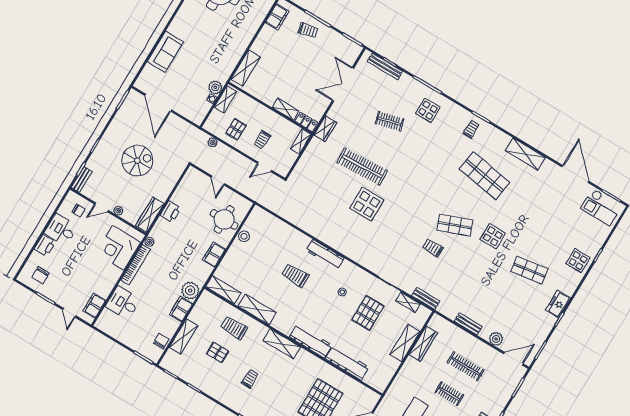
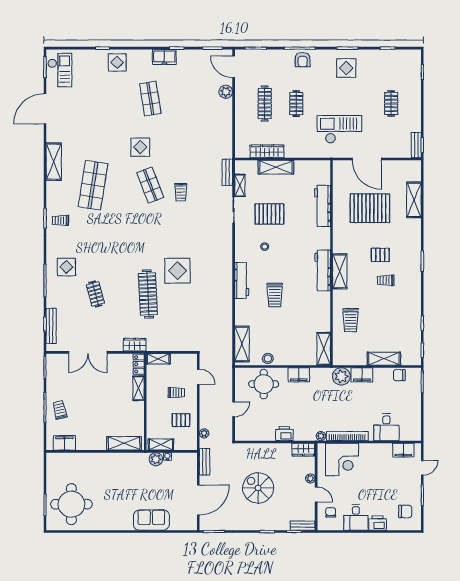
wardrobe: (150, 215) -> (303, 450), width x0.67
shelving: (257, 310) -> (242, 344), moved
bench: (468, 324) -> (205, 462), moved
workbench: (311, 341) -> (323, 270), moved
pallet: (218, 352) -> (380, 255), moved, turned 90

